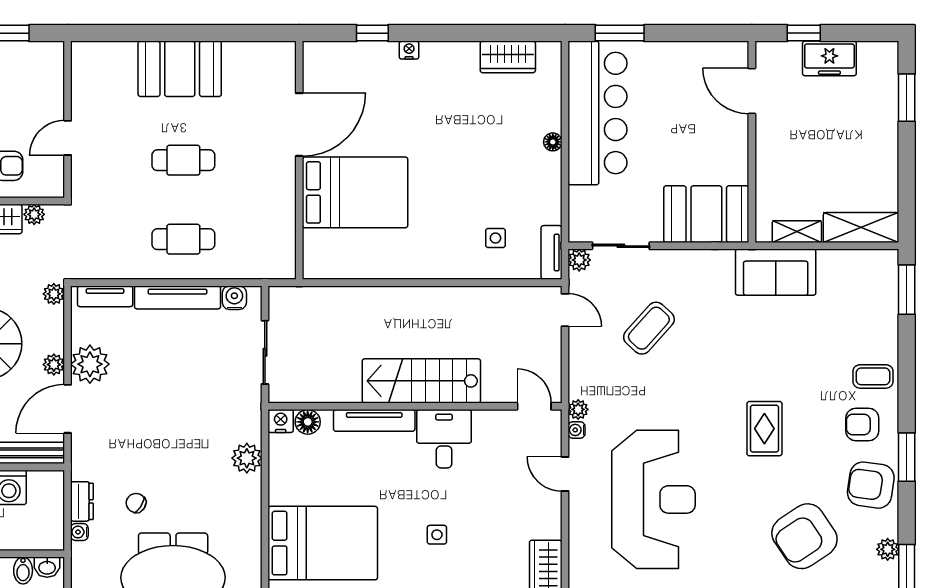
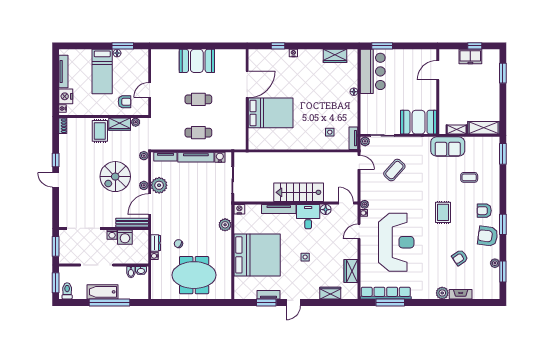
window: (804, 33) -> (475, 46), moved
door: (752, 91) -> (438, 70), hinge flipped
bar counter: (597, 113) -> (373, 71), width x0.73
coffee table: (873, 376) -> (469, 177), moved
floor lamp: (308, 422) -> (326, 210), moved
door: (565, 474) -> (359, 231), hinge flipped
armchair: (804, 536) -> (460, 258), width x0.53, depth x0.53
bed: (323, 543) -> (257, 255), width x1.36

